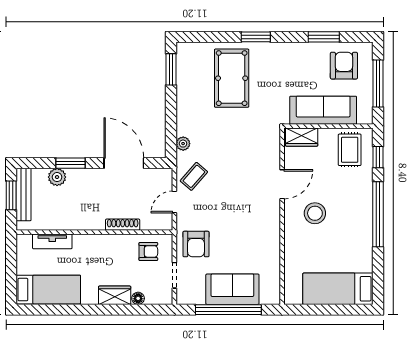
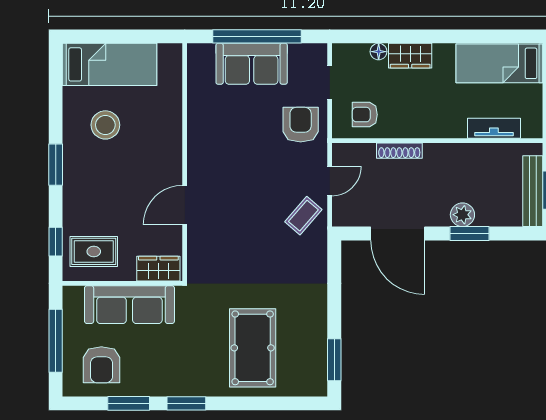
window: (256, 37) -> (186, 403), moved
plant: (183, 144) -> (318, 260), removed
rug: (350, 150) -> (94, 251), turned 90
plant: (57, 177) -> (462, 215), moved
stool: (315, 213) -> (105, 125), moved
window: (378, 214) -> (56, 165), width x0.47

